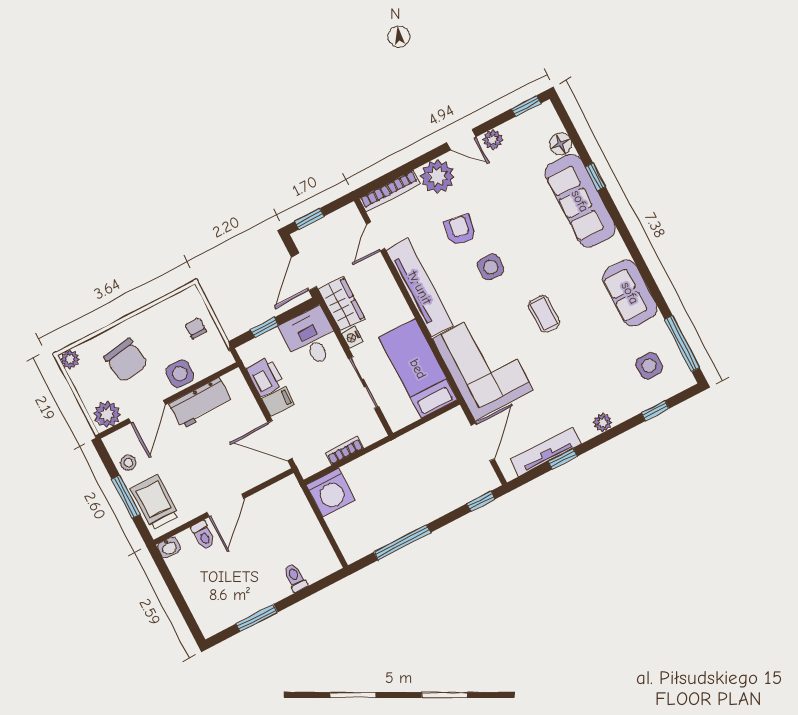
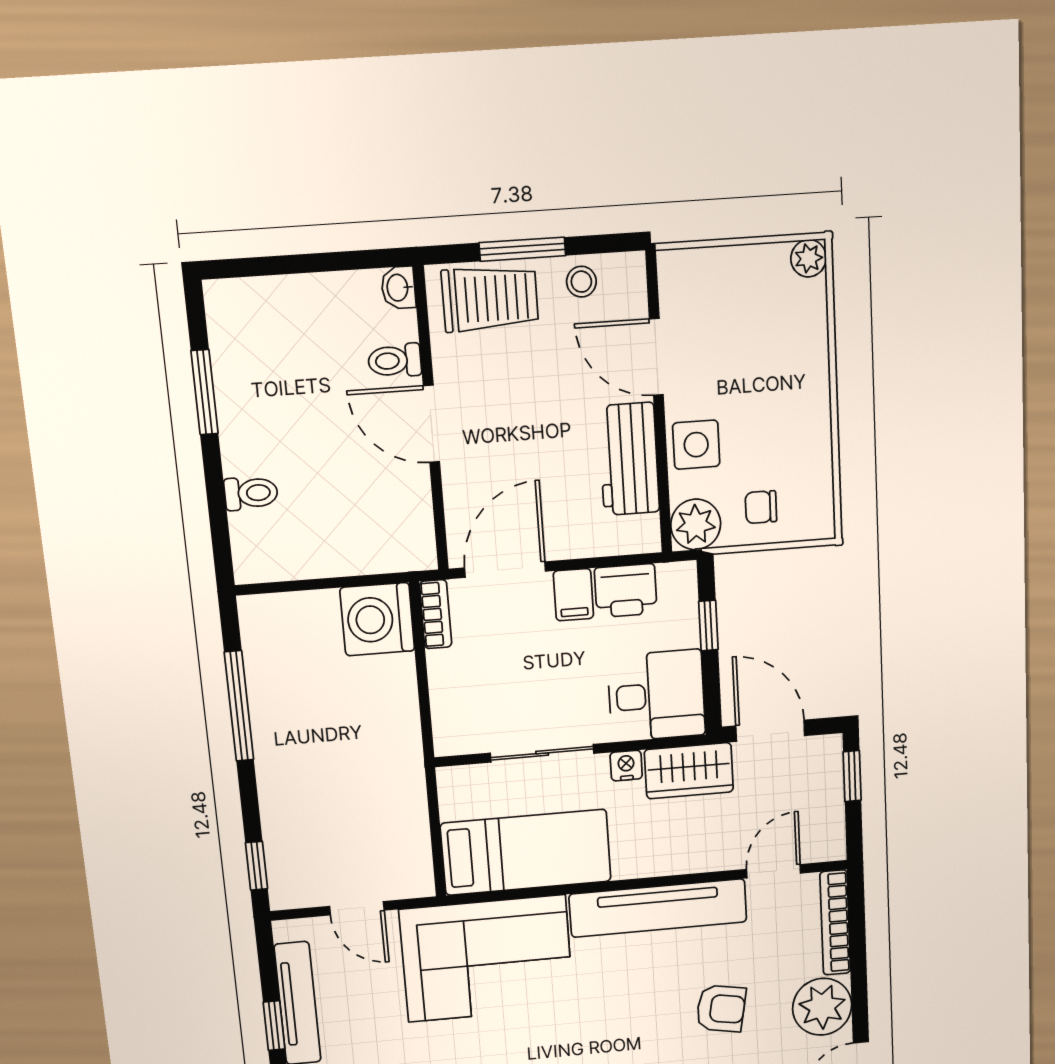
door: (376, 236) -> (773, 871), hinge flipped
side table: (491, 267) -> (640, 1033), removed
chair: (196, 328) -> (761, 507), turned 180
chair: (126, 360) -> (762, 359), removed
plant: (107, 414) -> (696, 524), moved
door: (483, 442) -> (357, 908), width x0.73
bookcase: (345, 450) -> (436, 614), moved

